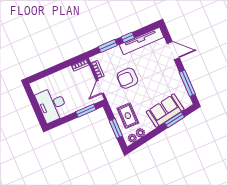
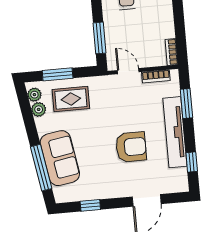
window: (128, 37) -> (192, 162), moved
tv unit: (142, 41) -> (175, 132), moved
armchair: (127, 78) -> (131, 147), moved, turned 90
window: (187, 83) -> (90, 205), width x0.46
window: (174, 120) -> (41, 168), width x1.44

